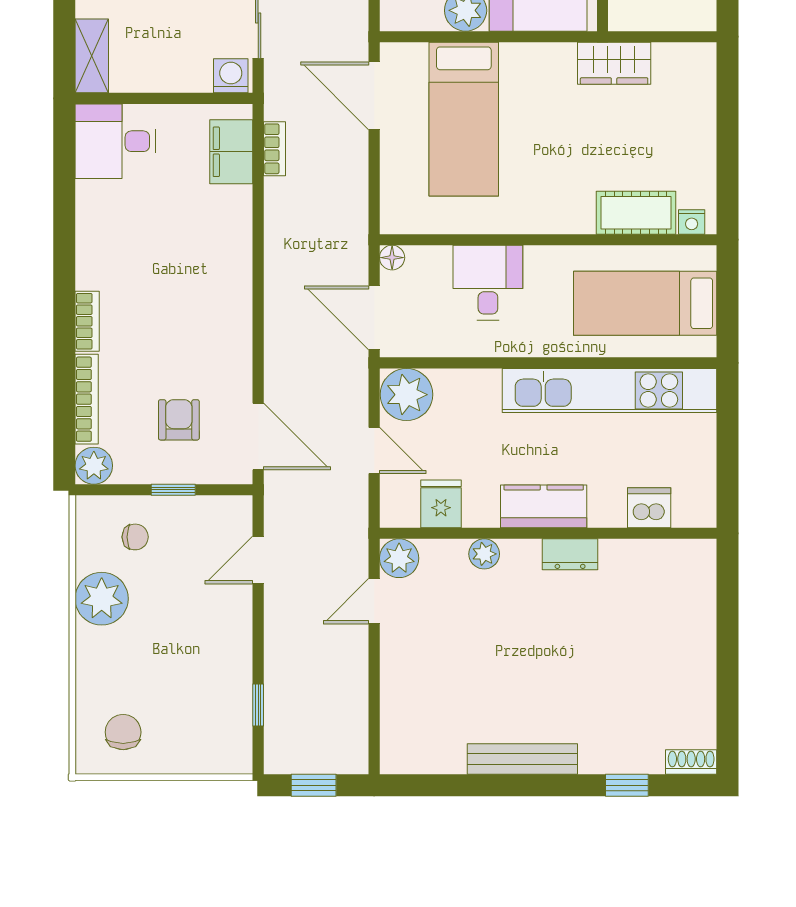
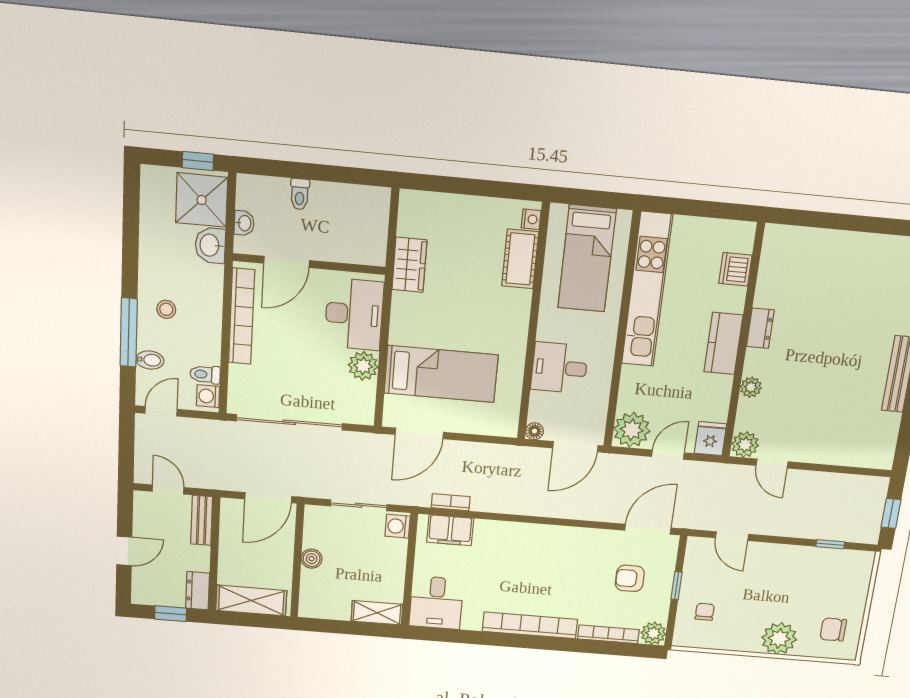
bookcase: (87, 321) -> (530, 625), width x2.31, depth x1.31
fridge: (441, 504) -> (710, 439), moved, turned 90
plant: (102, 599) -> (779, 638), moved

